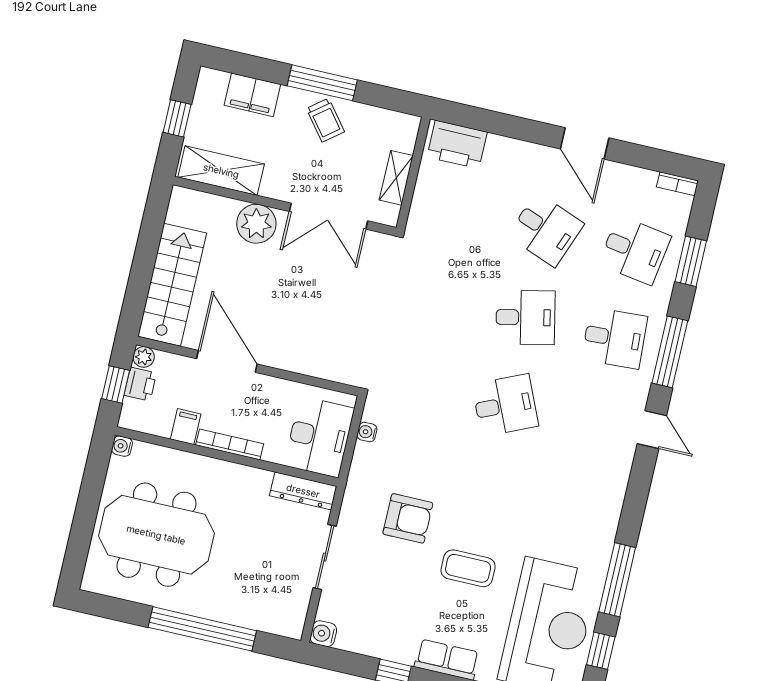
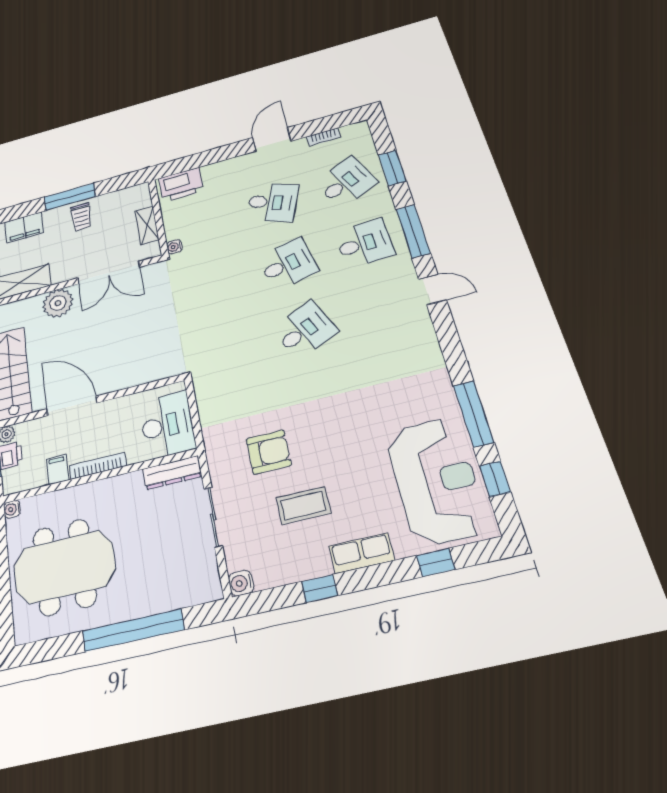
trolley: (325, 120) -> (81, 217), turned 38
door: (585, 143) -> (272, 139), swing flipped
bookcase: (677, 184) -> (323, 137), moved
desk: (635, 250) -> (346, 182), turned -33
water cooler: (367, 432) -> (174, 247), moved
coffee table: (468, 568) -> (303, 506), moved

